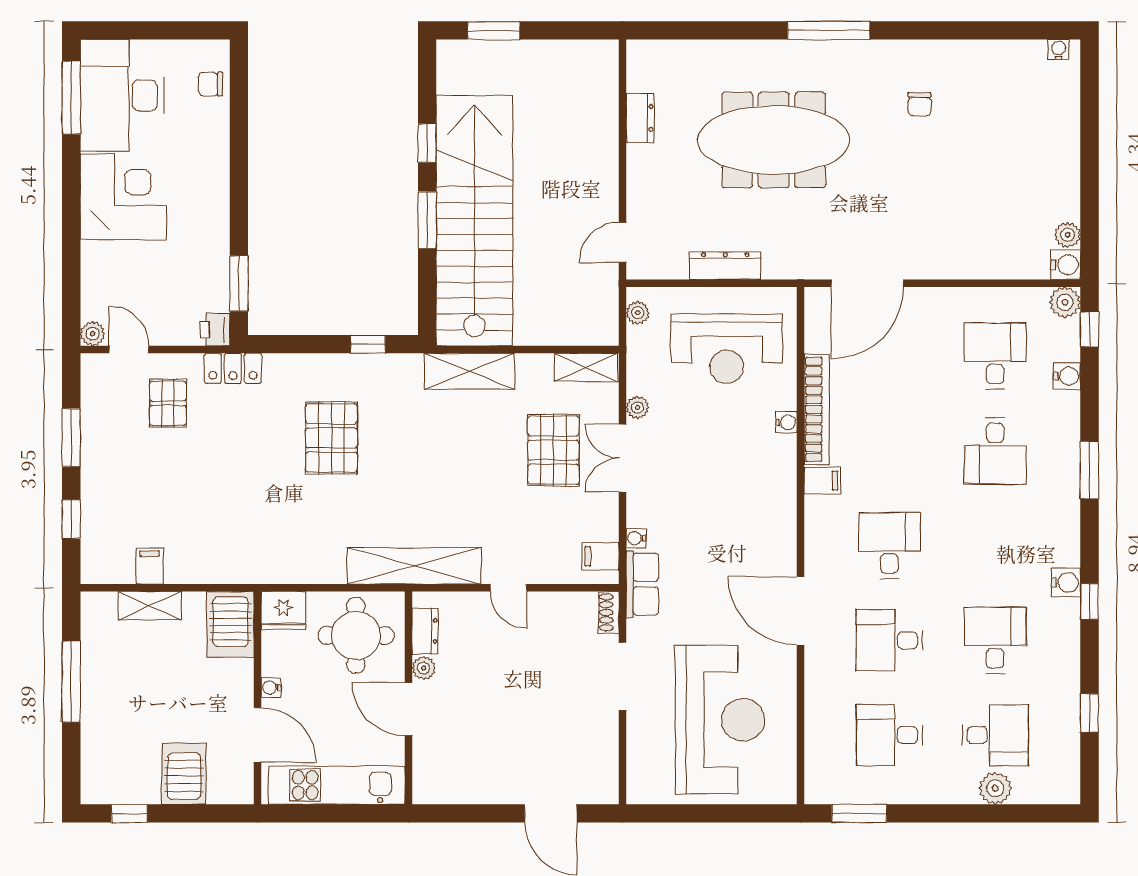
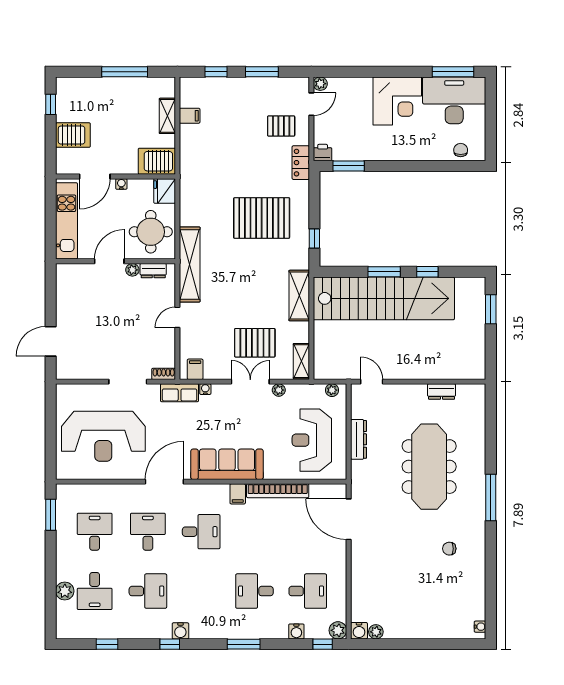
water cooler: (786, 422) -> (270, 474), removed
pallet: (331, 438) -> (262, 218), width x1.37, depth x1.41
sofa: (770, 500) -> (227, 464), added

